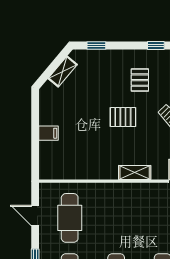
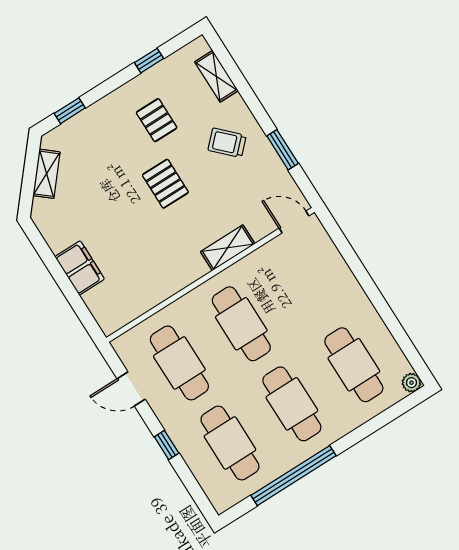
pallet: (123, 117) -> (165, 184), turned 90
filing cabinet: (49, 133) -> (80, 268), width x2.00
cafe table: (116, 218) -> (241, 324), added

